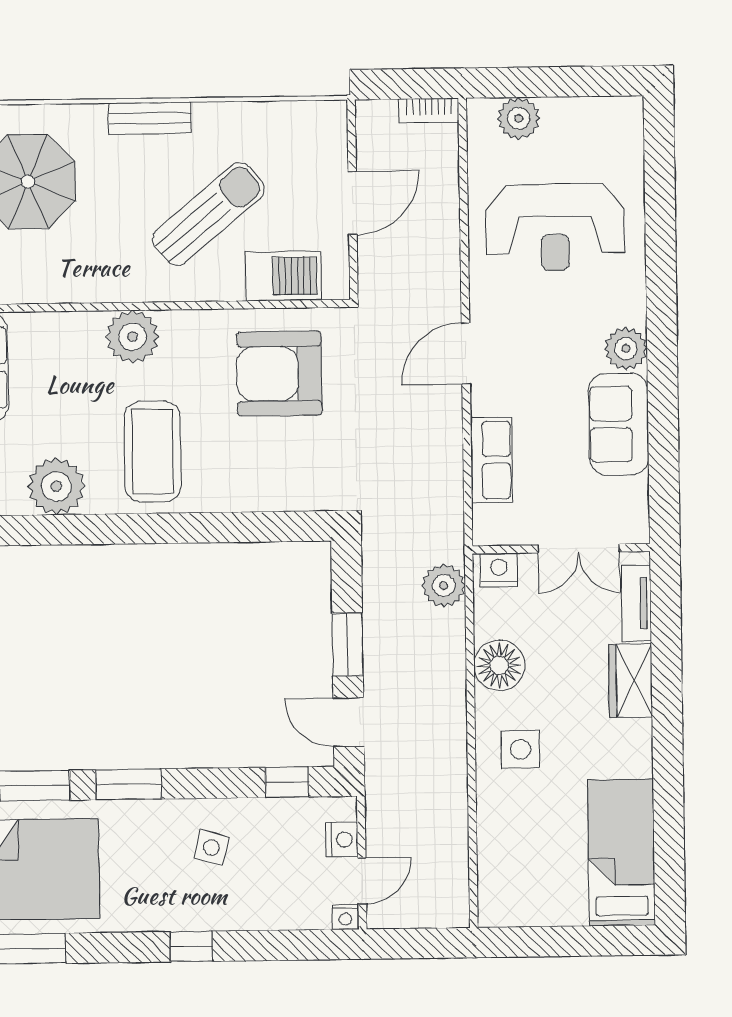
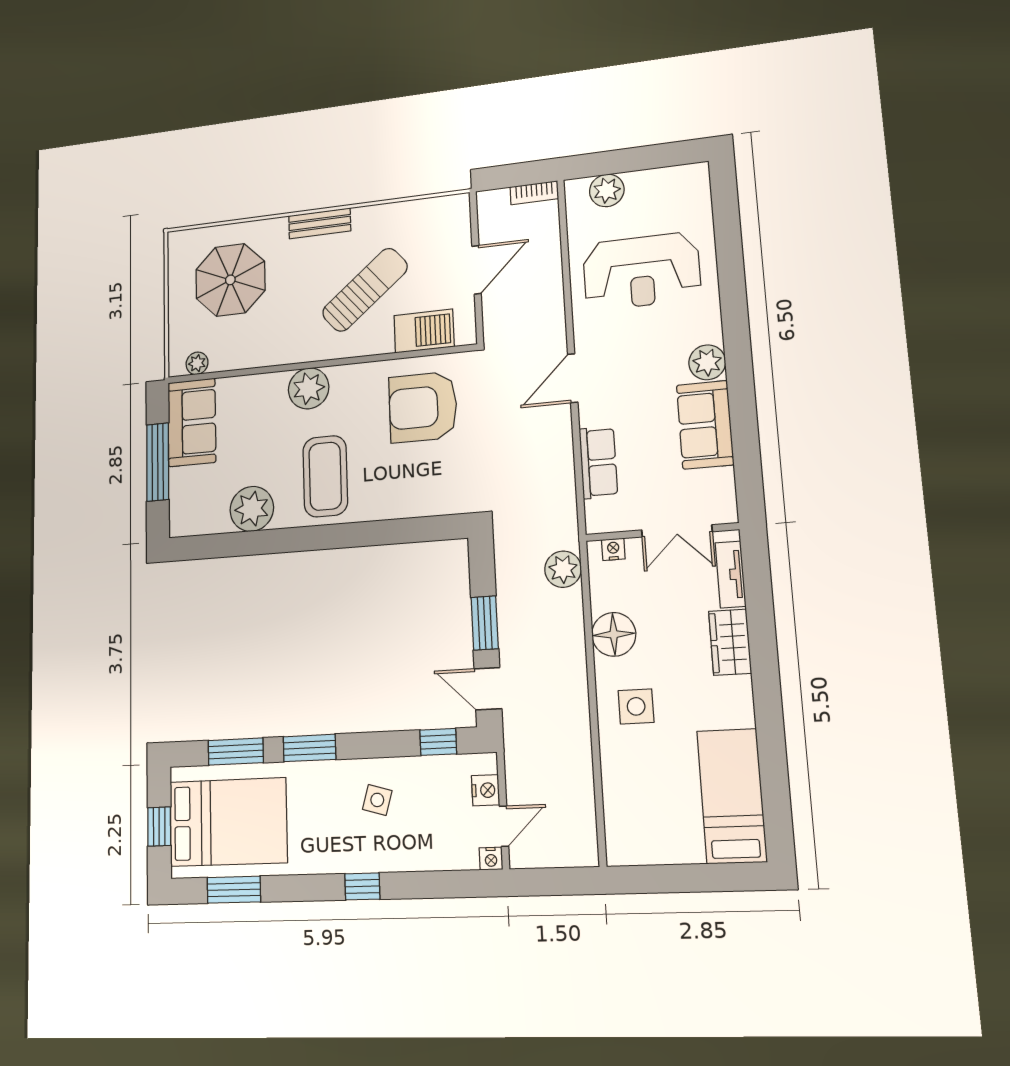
nightstand: (499, 570) -> (613, 549), width x0.72, depth x0.74

